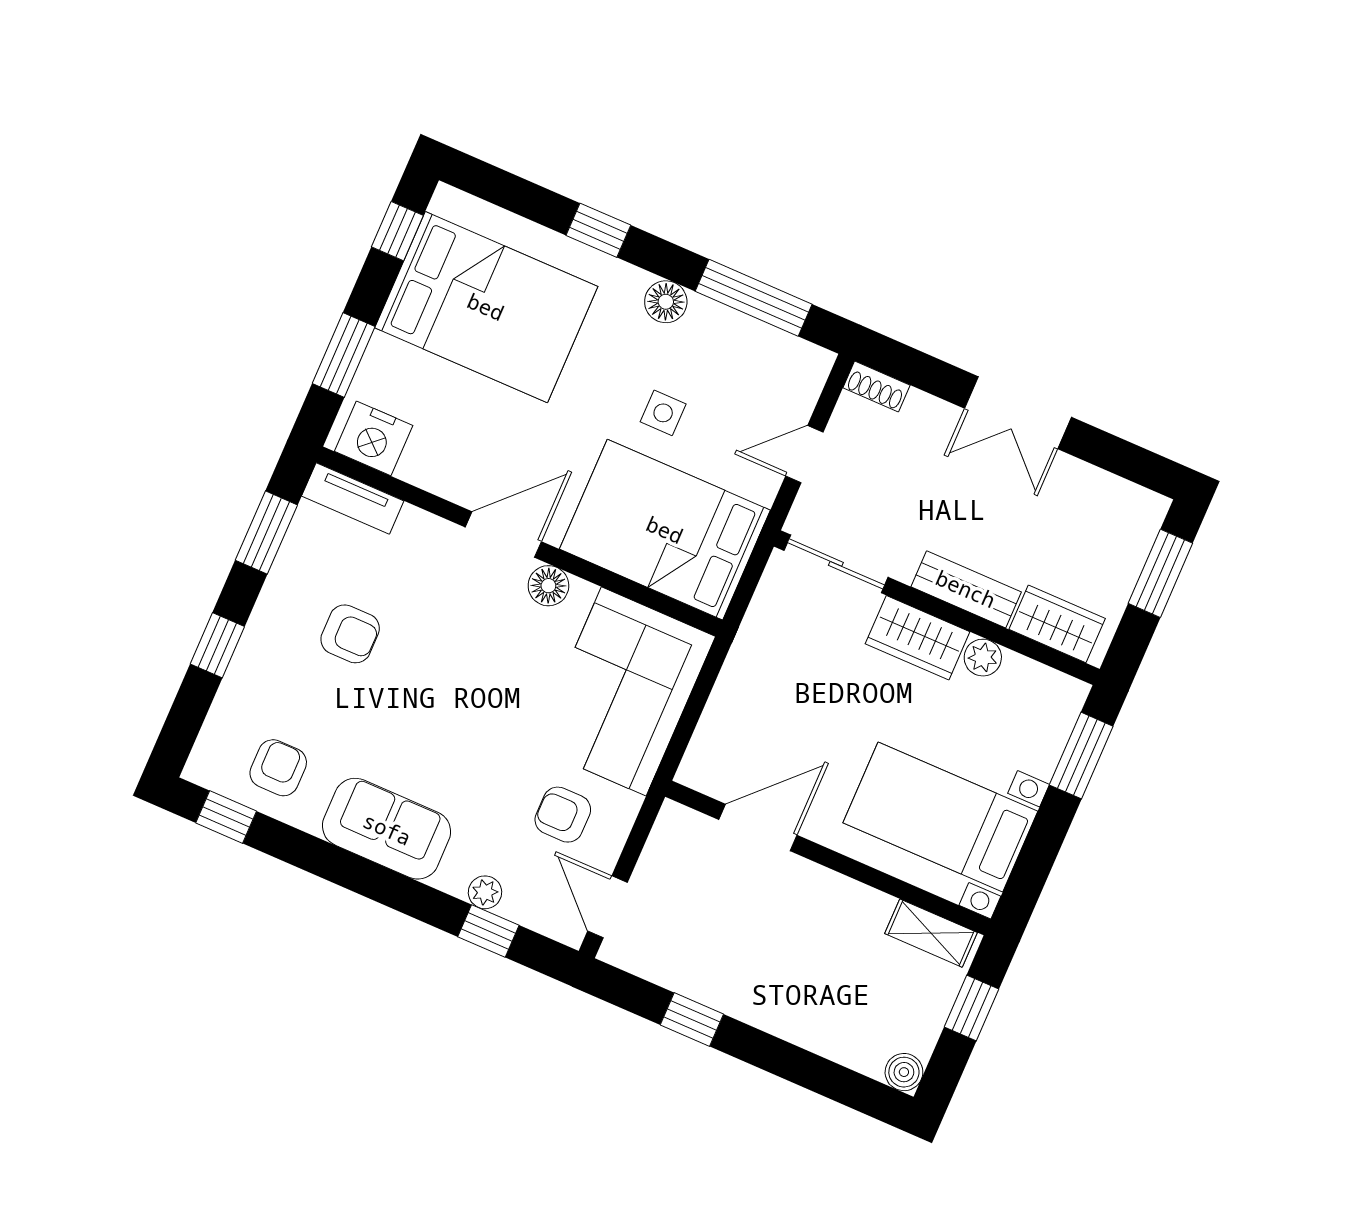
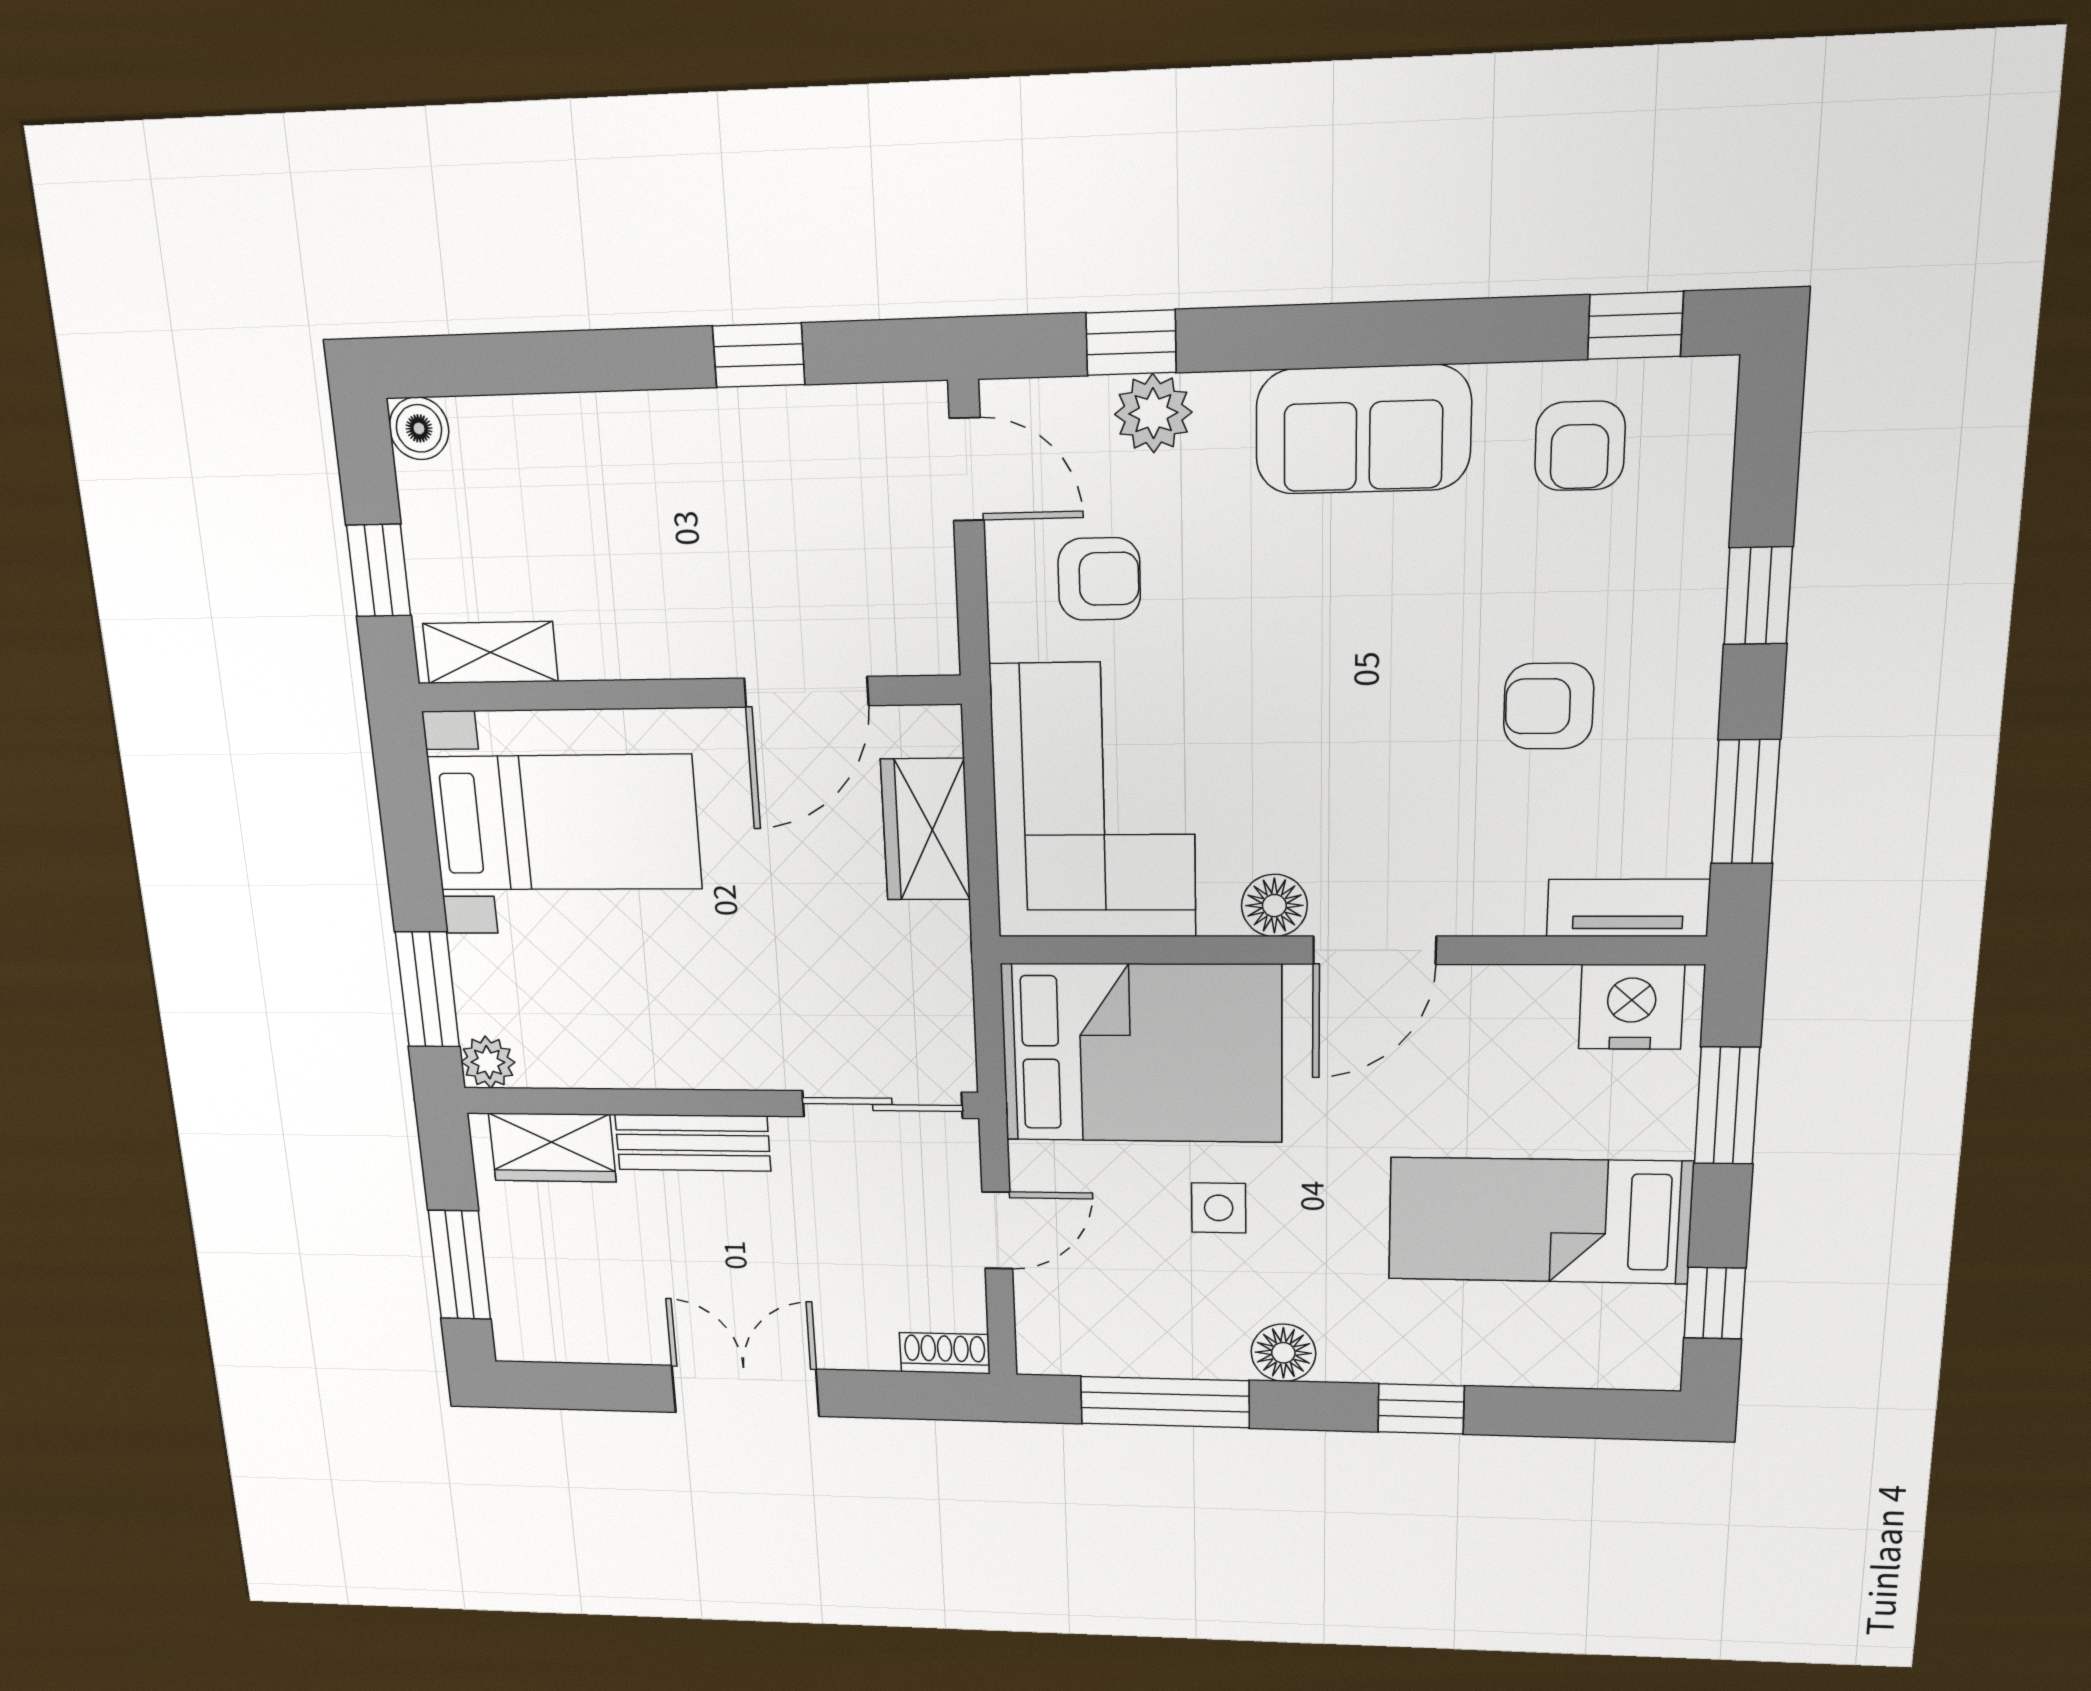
bed: (486, 307) -> (1539, 1221), width x0.67
wardrobe: (918, 638) -> (926, 830), moved, turned -90
plant: (983, 658) -> (488, 1062), moved
plant: (485, 892) -> (1153, 413), width x1.38, depth x1.38

